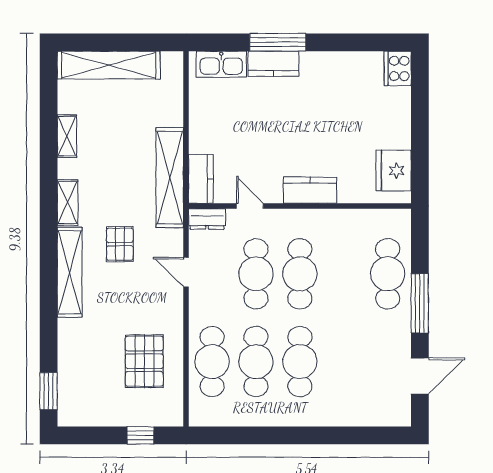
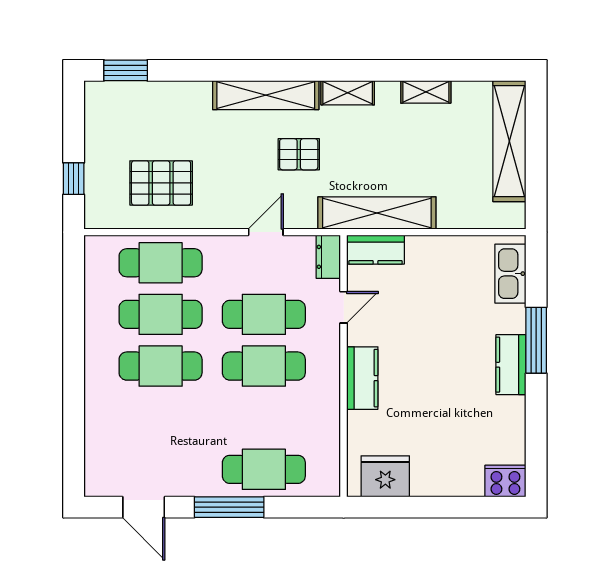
kitchen counter: (273, 64) -> (511, 365), moved

